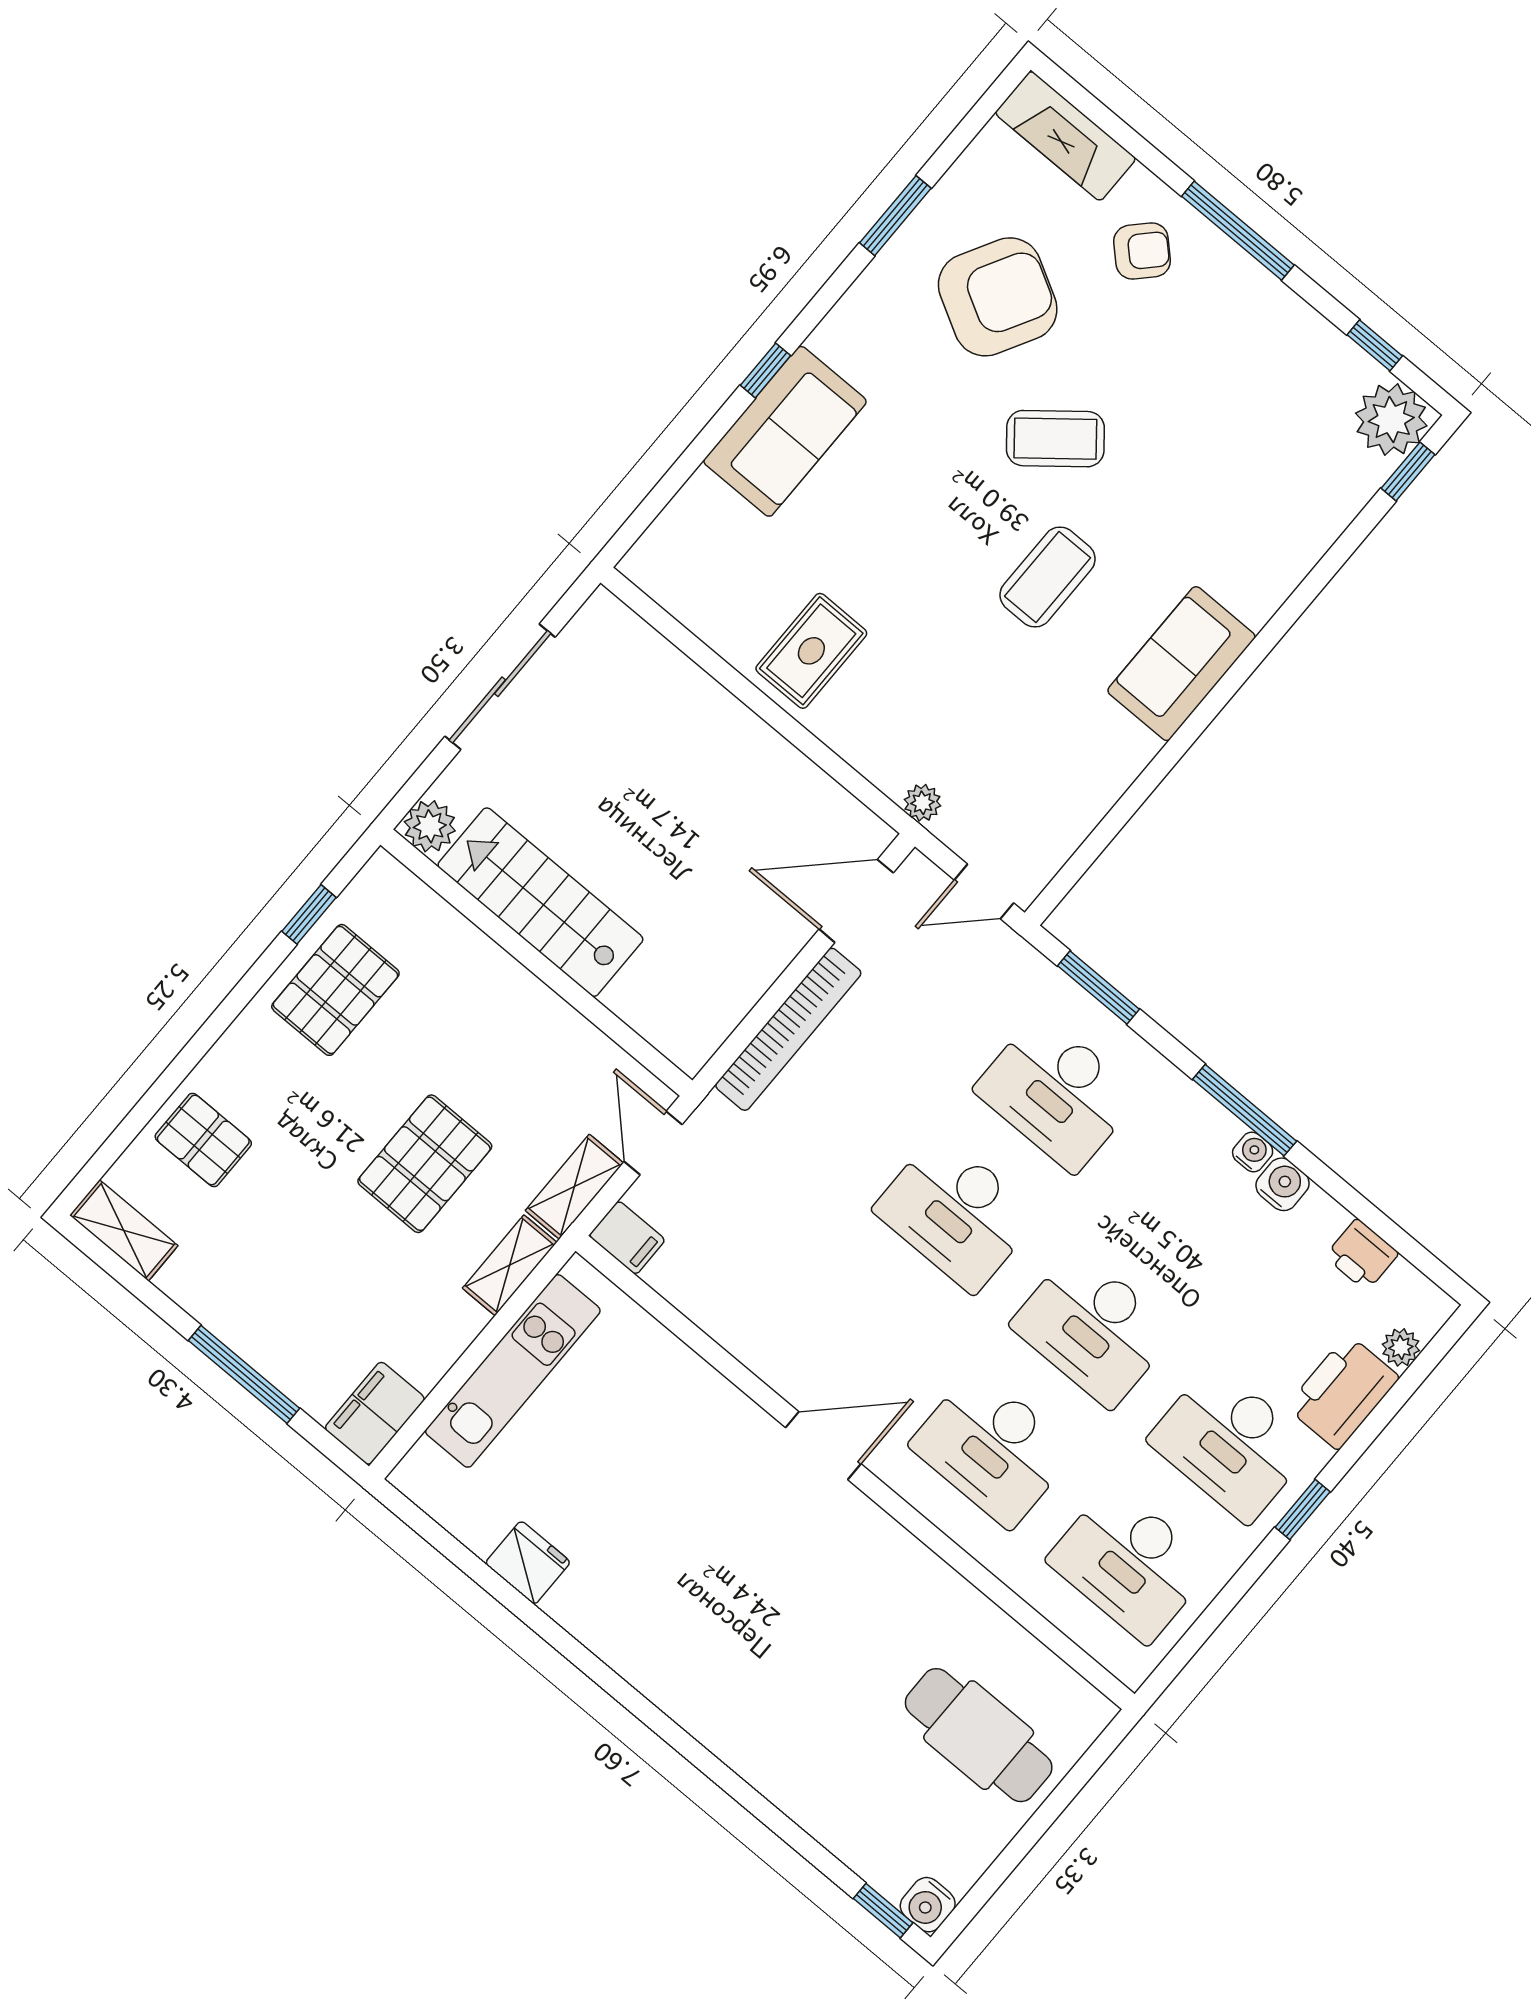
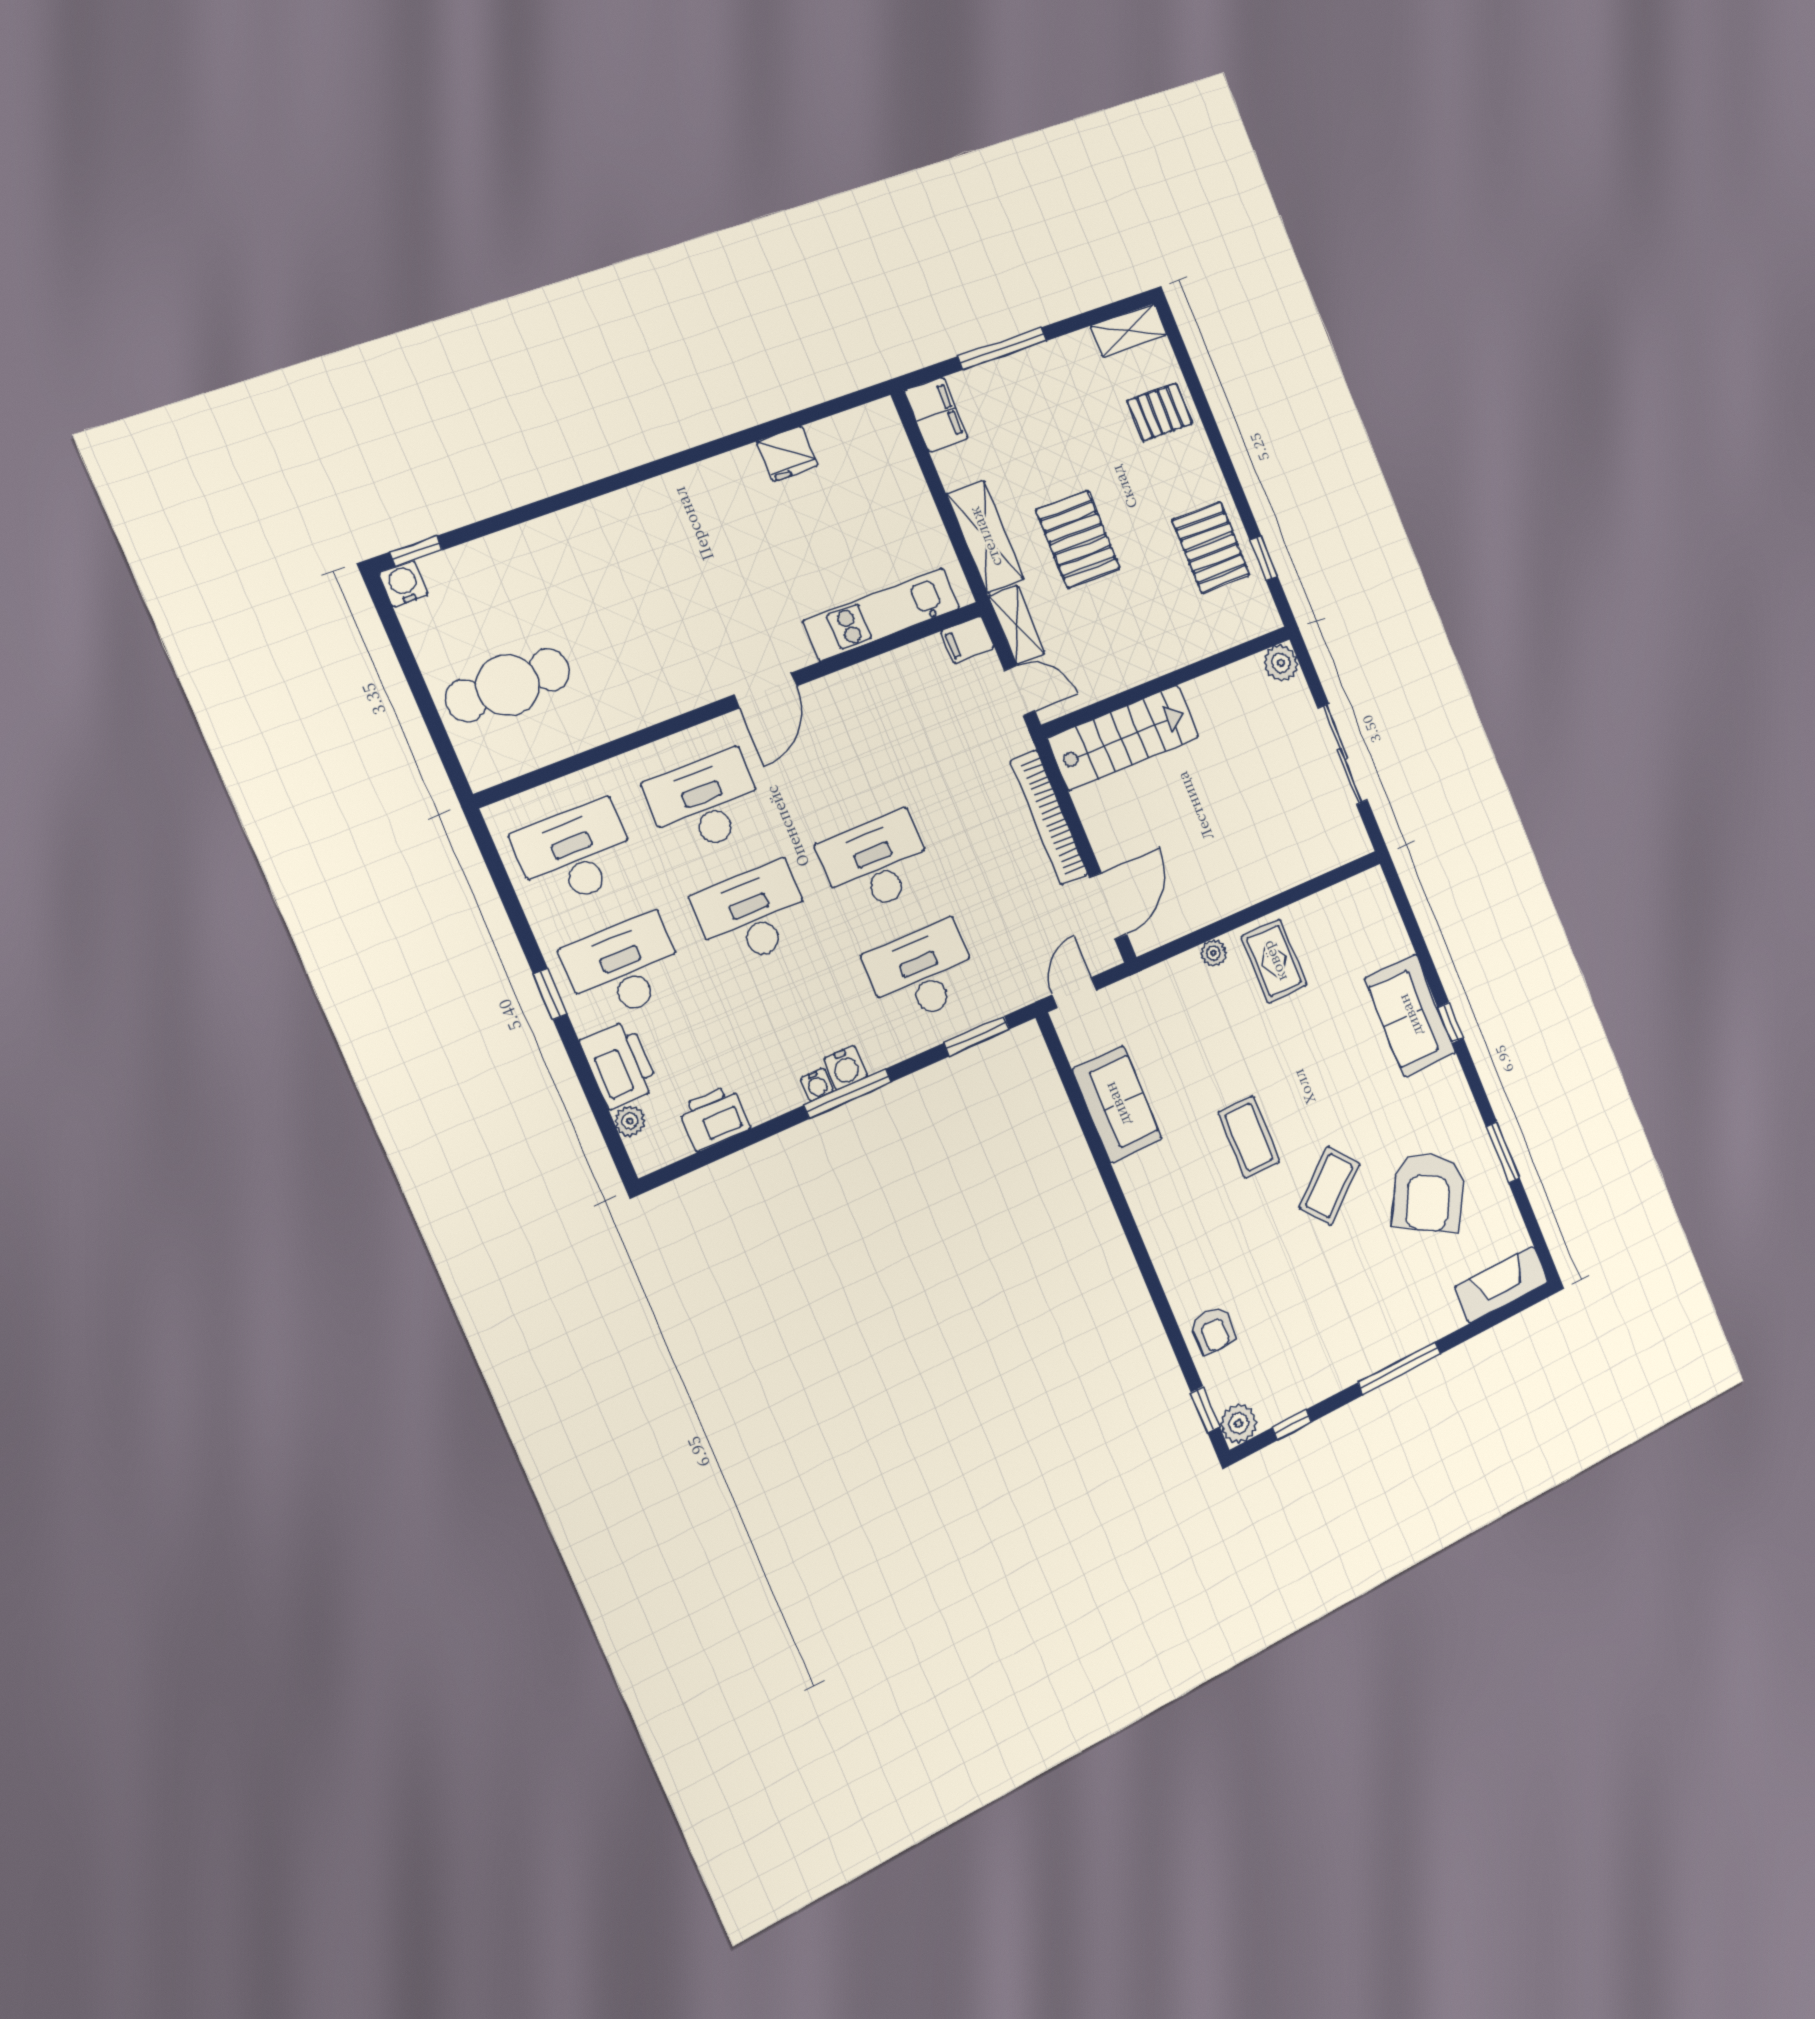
armchair: (1142, 251) -> (1213, 1330), moved, turned -44
plant: (1391, 420) -> (1239, 1423), width x0.73, depth x0.73
sofa: (1181, 664) -> (1117, 1104), moved
plant: (922, 803) -> (1214, 953), moved
stairs: (540, 902) -> (1123, 738), moved
water cooler: (1282, 1184) -> (845, 1068), moved
printer: (1362, 1255) -> (714, 1118), width x1.36, depth x1.24
shelving: (510, 1265) -> (985, 537), width x1.50, depth x1.33
kitchen unit: (513, 1371) -> (882, 614), moved, turned 90

